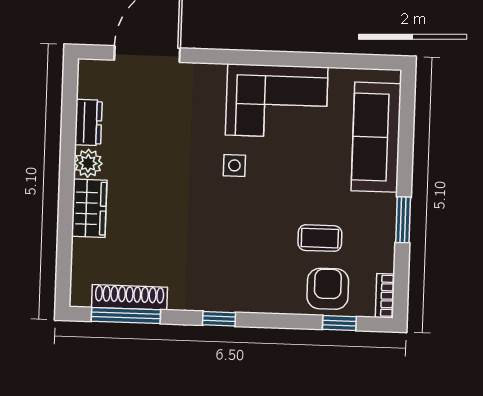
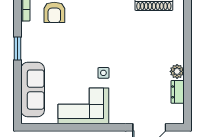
wardrobe: (89, 208) -> (176, 49), removed
coffee table: (320, 238) -> (59, 38), removed

